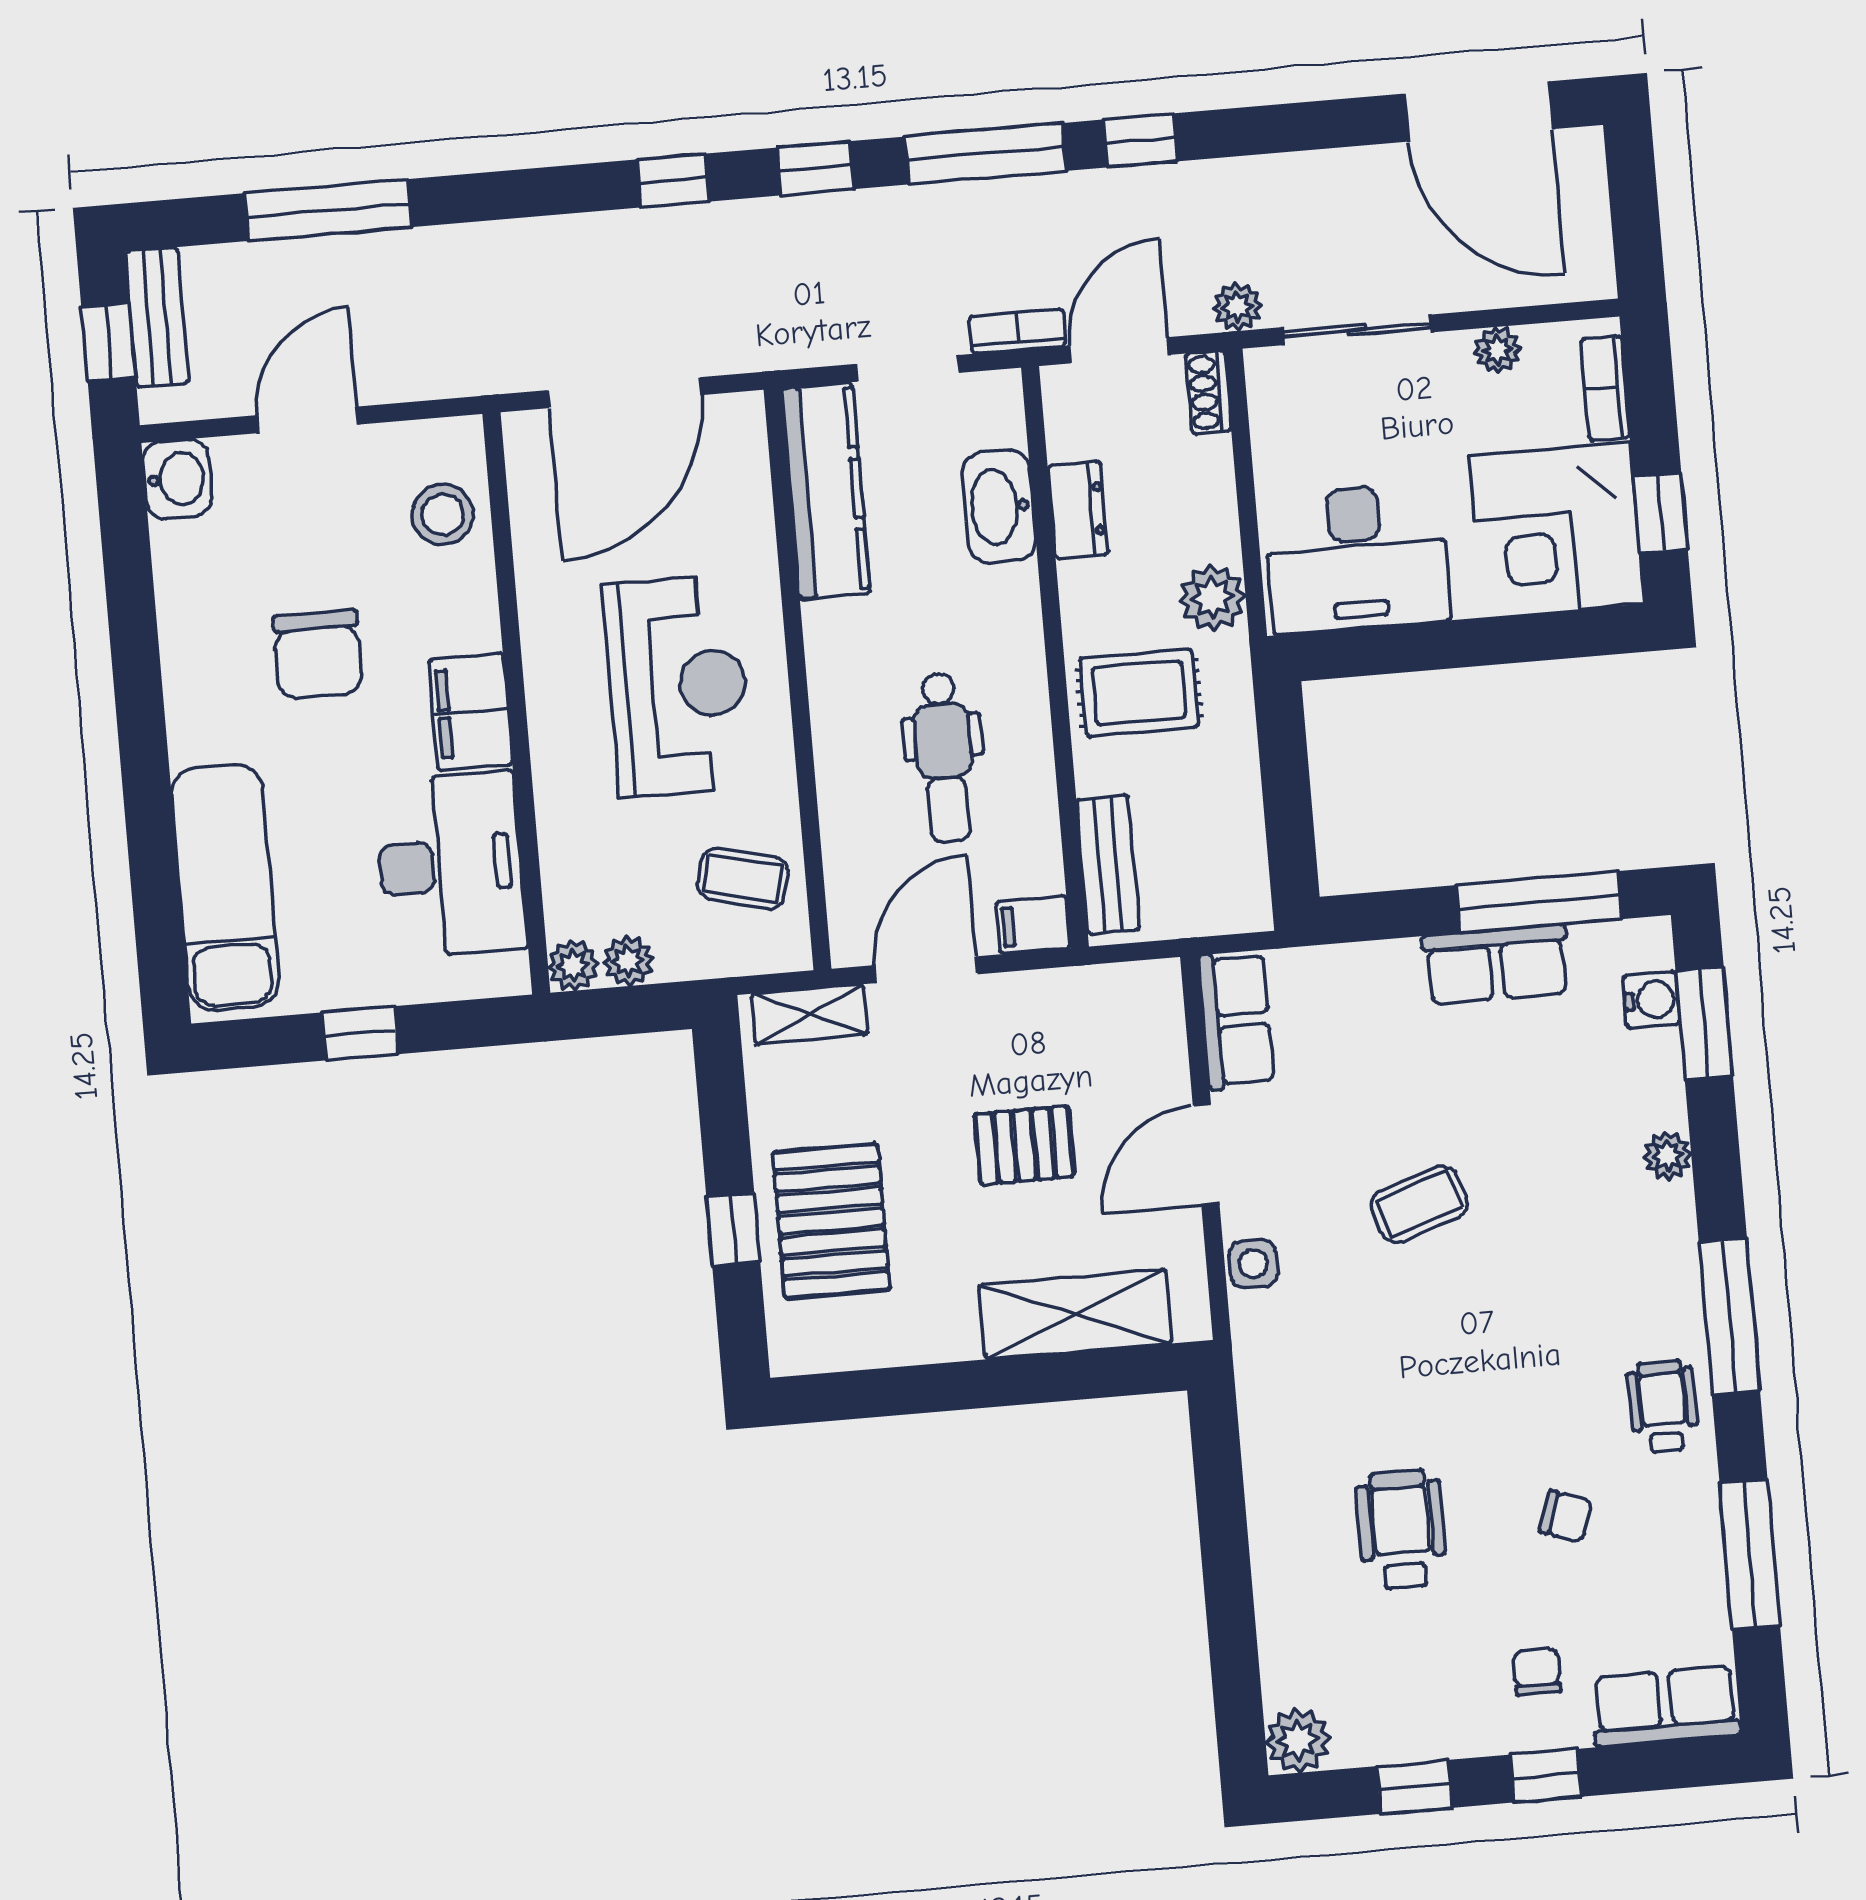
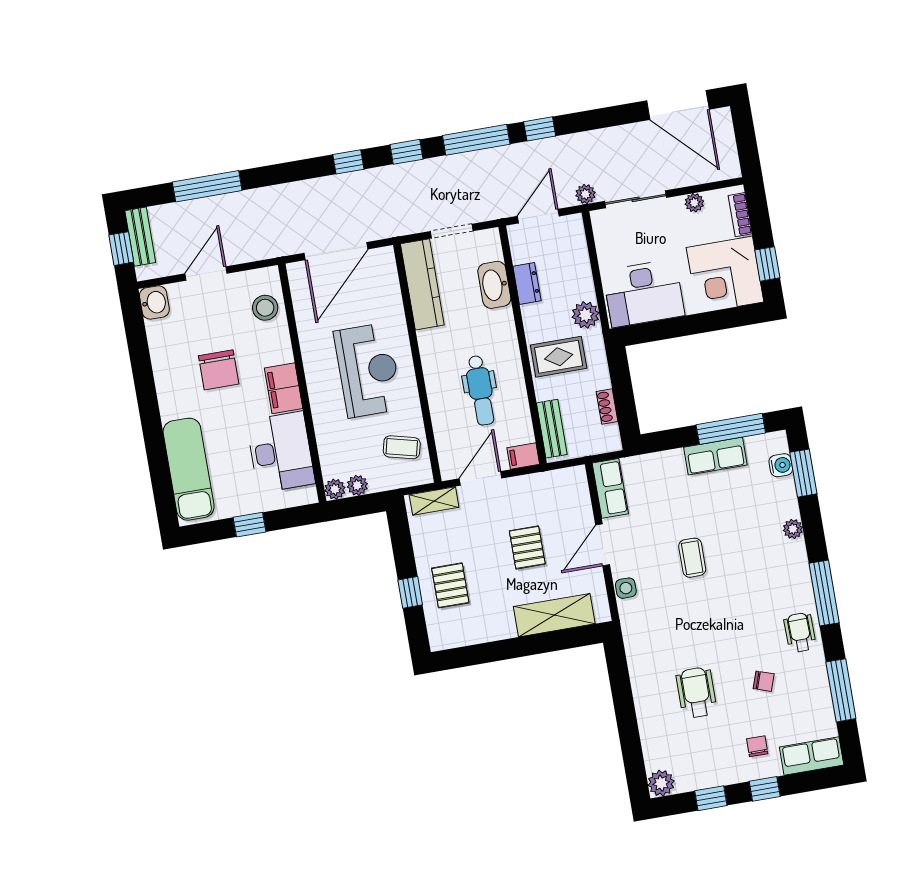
bookcase: (1018, 331) -> (496, 212), removed
shoe rack: (1208, 392) -> (607, 406), moved
pallet: (1024, 1145) -> (527, 547), turned 90
coffee table: (1419, 1204) -> (692, 558), turned -72
pallet: (831, 1221) -> (450, 585), width x0.67, depth x0.71

